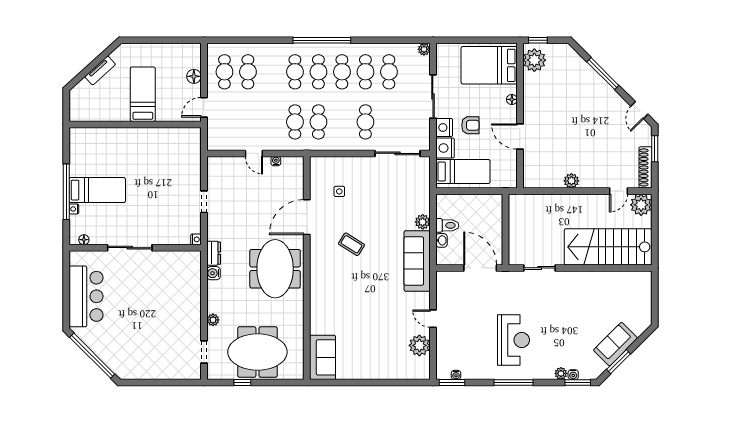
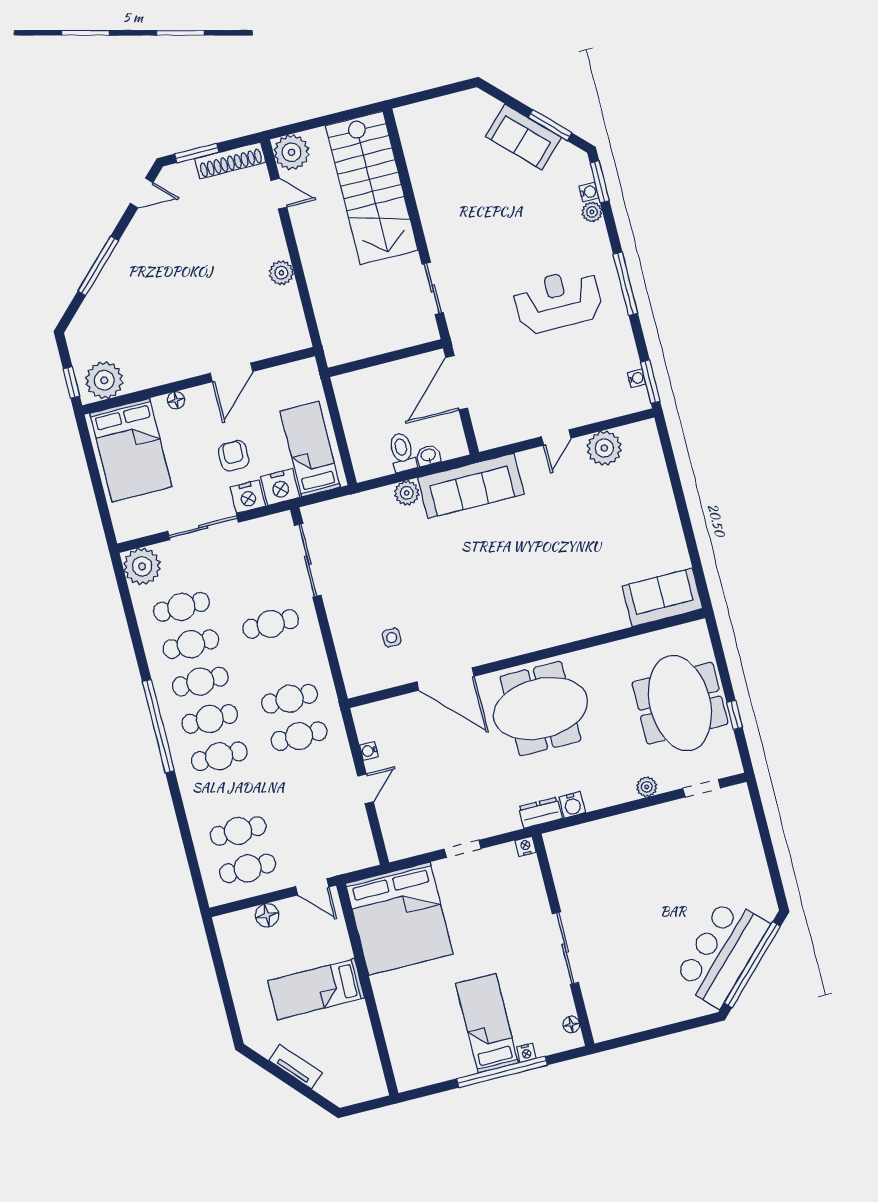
plant: (424, 49) -> (142, 566), width x1.88, depth x1.88
bed: (172, 154) -> (399, 919), added
coffee table: (351, 244) -> (471, 597), removed
bar counter: (86, 296) -> (722, 953), moved, turned -45

